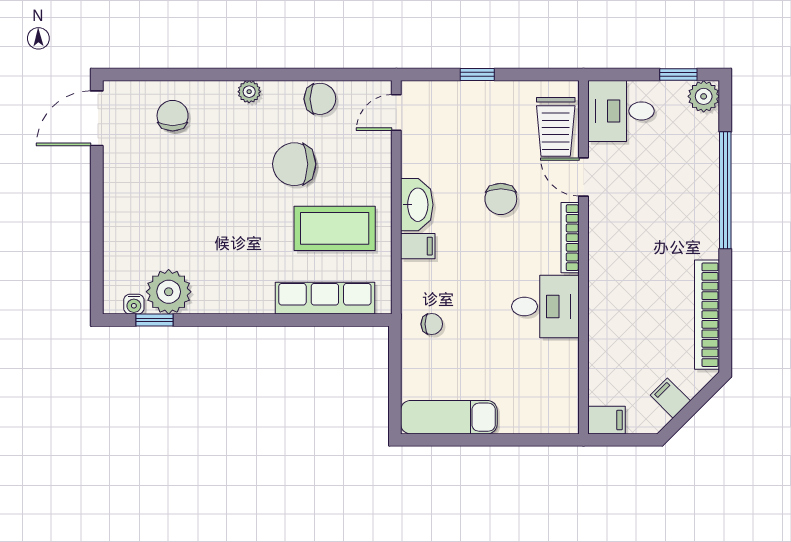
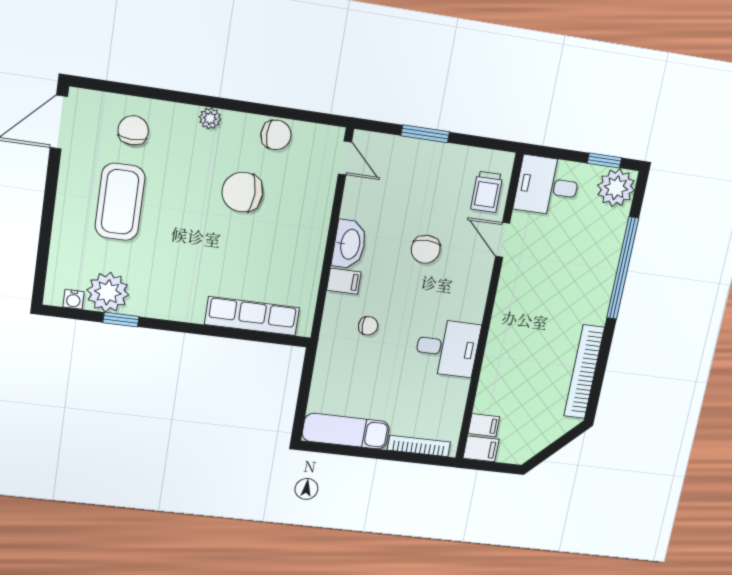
window: (477, 74) -> (425, 134), width x1.50
plant: (704, 96) -> (616, 188), width x1.36, depth x1.36
door: (396, 113) -> (345, 158), swing flipped
trolley: (556, 127) -> (487, 192), width x0.73, depth x0.72
coffee table: (335, 228) -> (120, 202), moved, turned 90
bookcase: (570, 238) -> (419, 446), moved, turned 90
window: (154, 320) -> (121, 320), moved
chair: (432, 324) -> (368, 326), moved
filing cabinet: (670, 398) -> (484, 425), moved, turned 135

